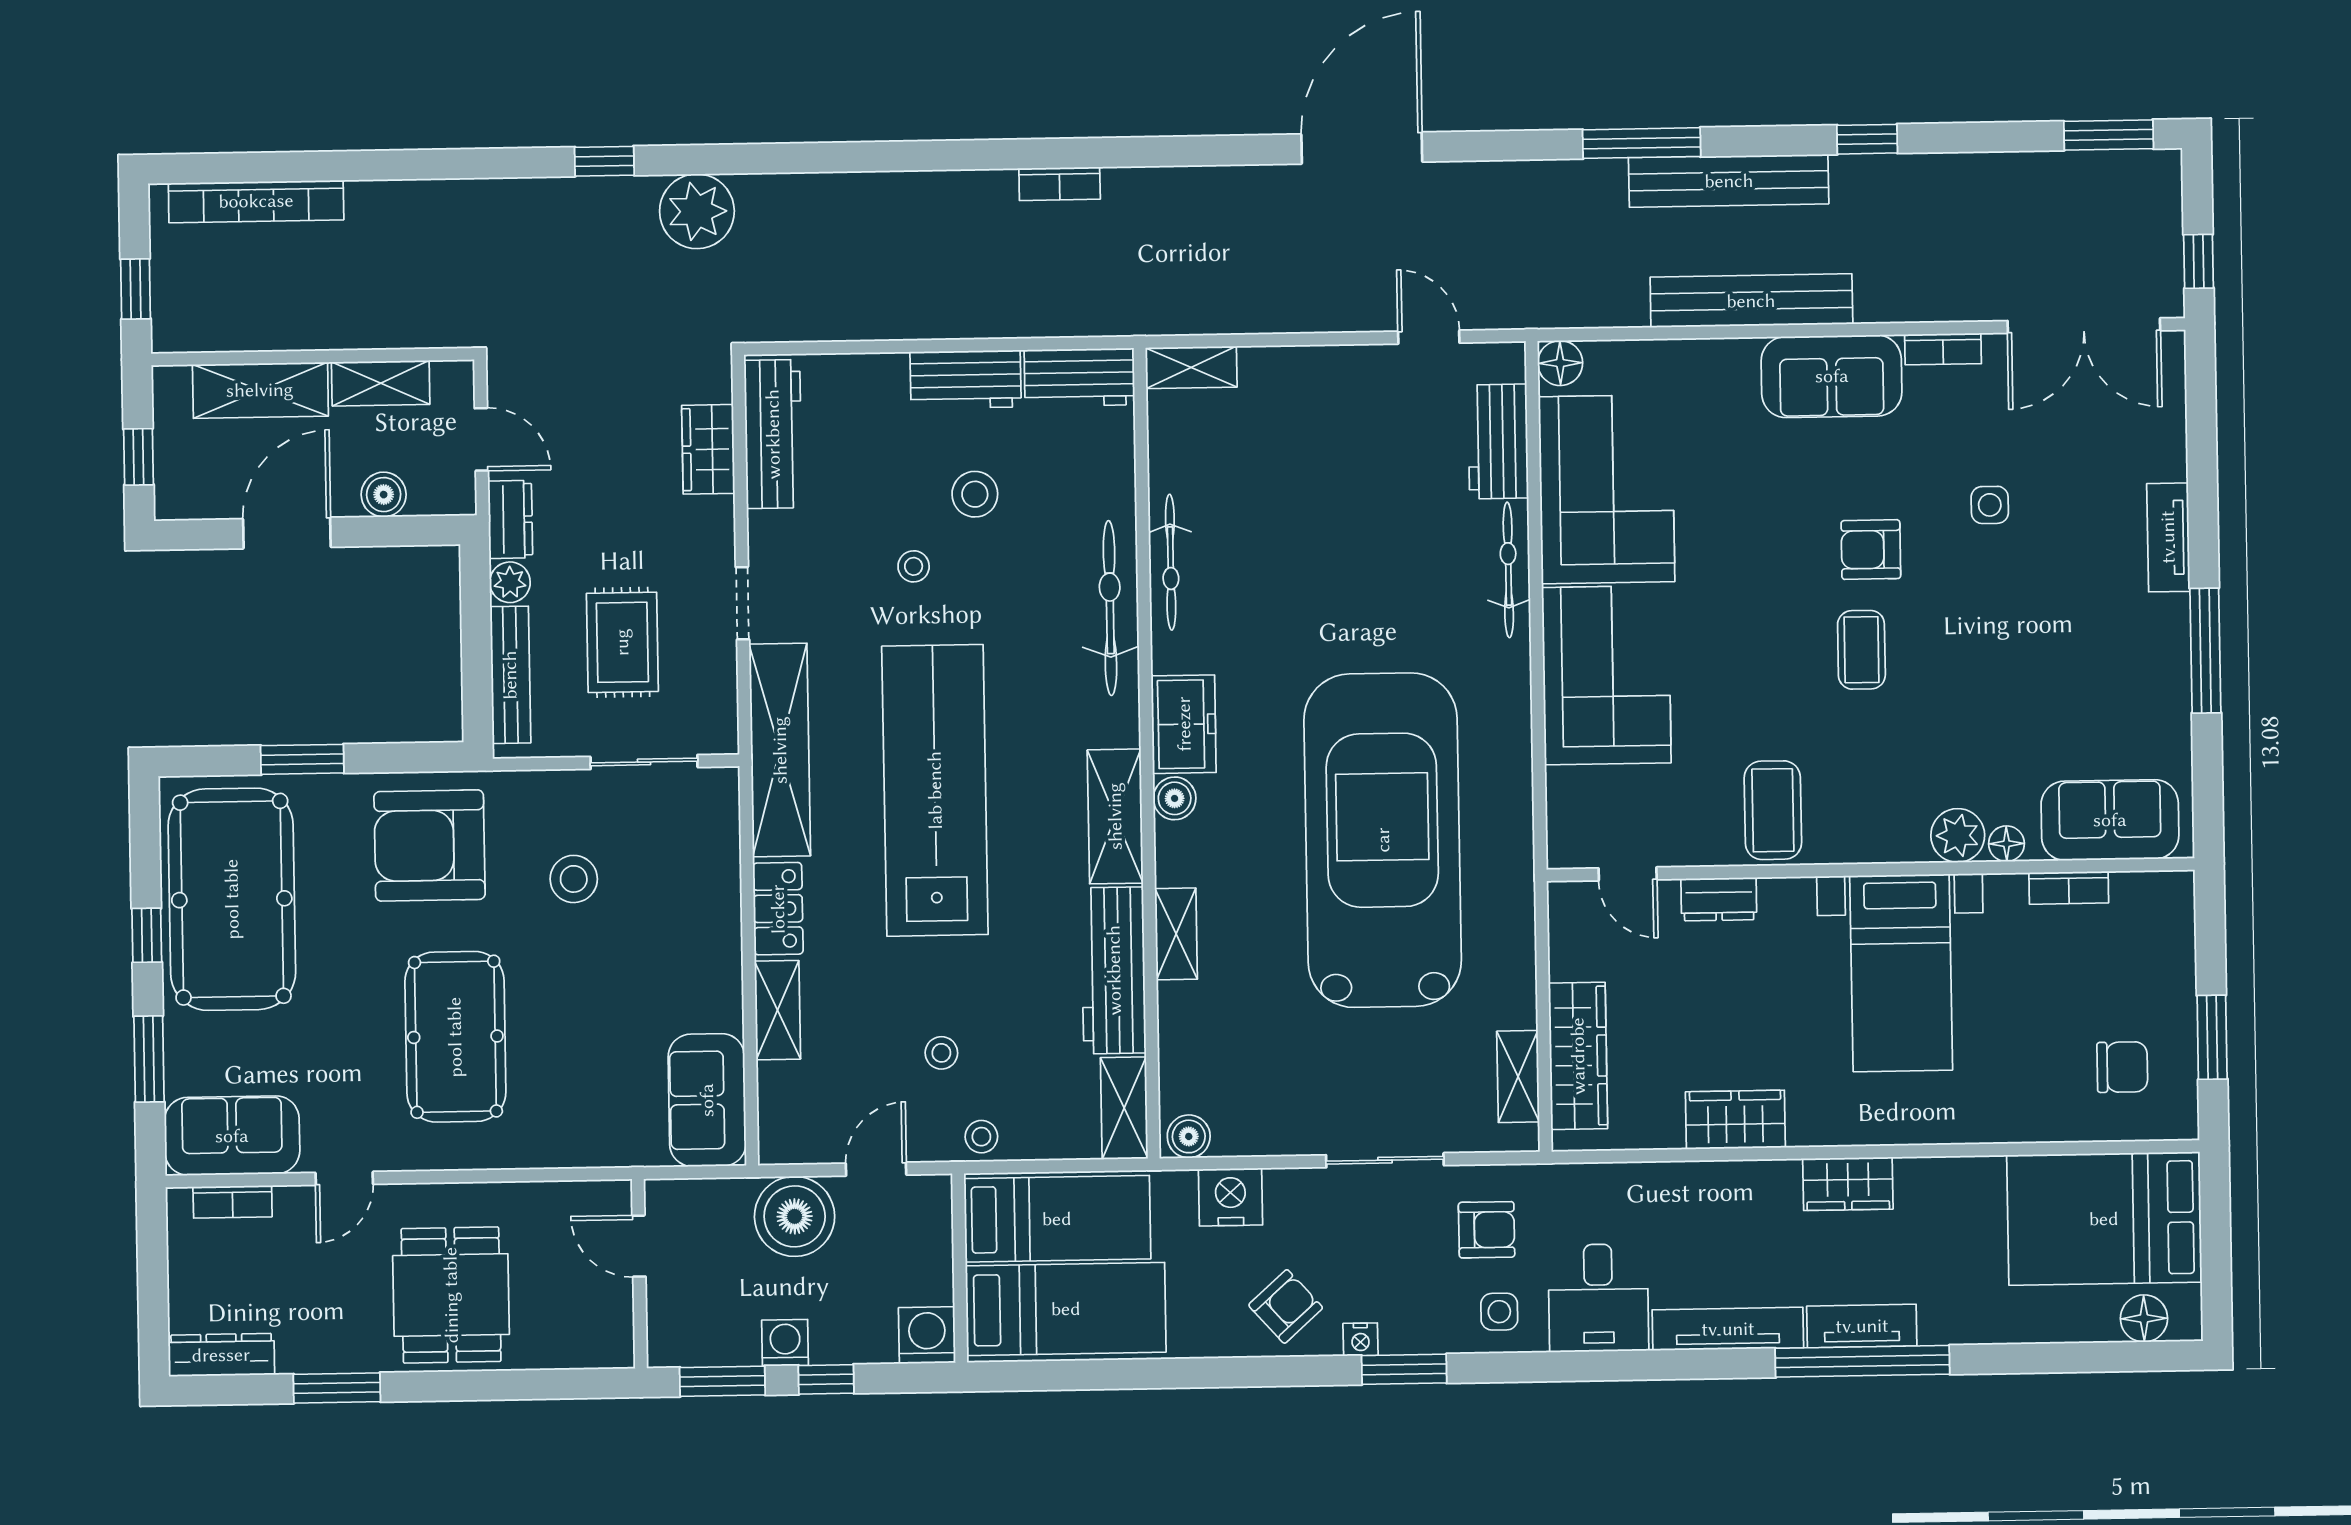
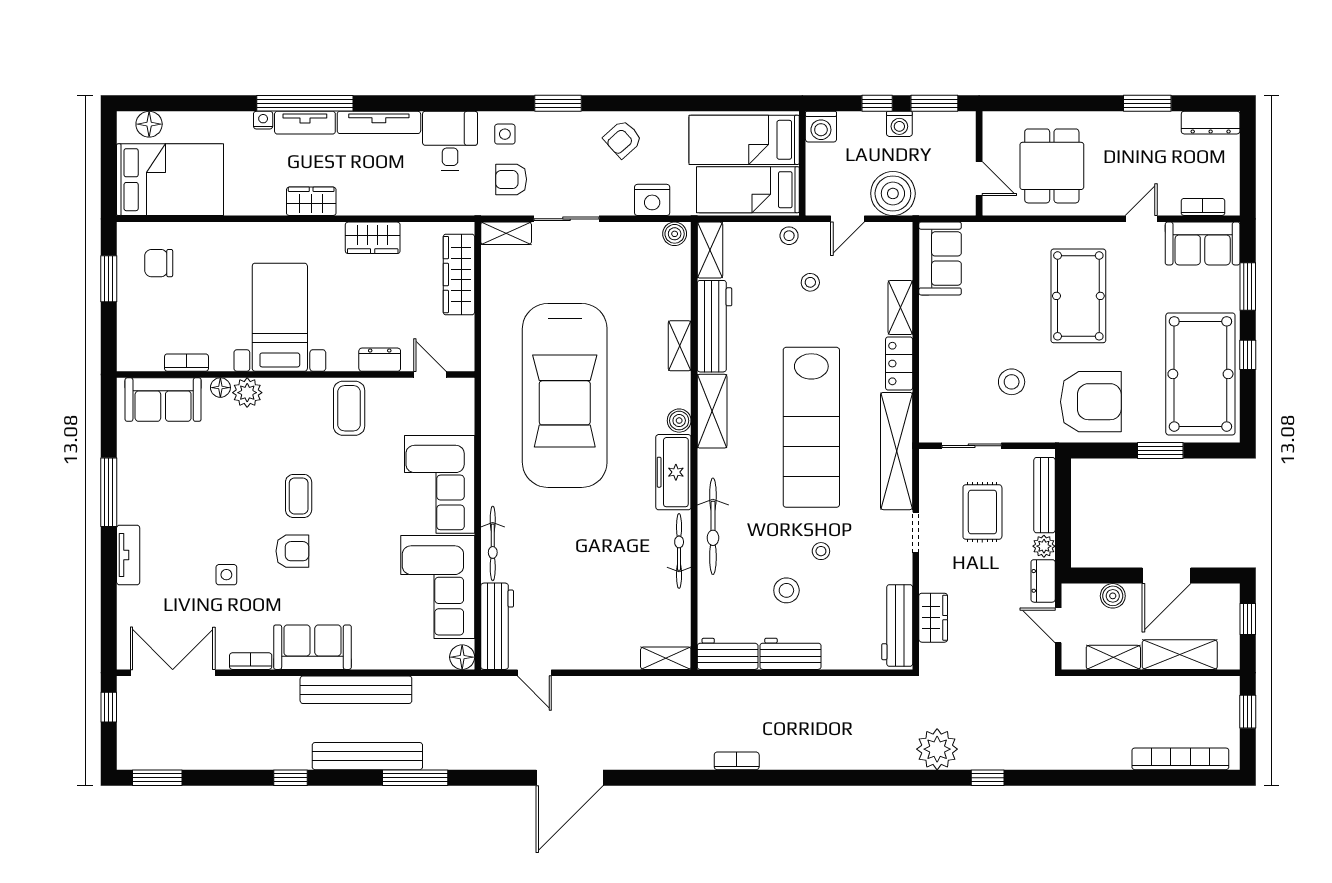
workbench: (1498, 441) -> (497, 626), width x1.37
freezer: (1184, 724) -> (673, 472), width x1.40
shelving: (1518, 1076) -> (506, 233), moved, turned 90
dining table: (451, 1295) -> (1052, 166), moved
nightstand: (1360, 1339) -> (263, 120), moved

